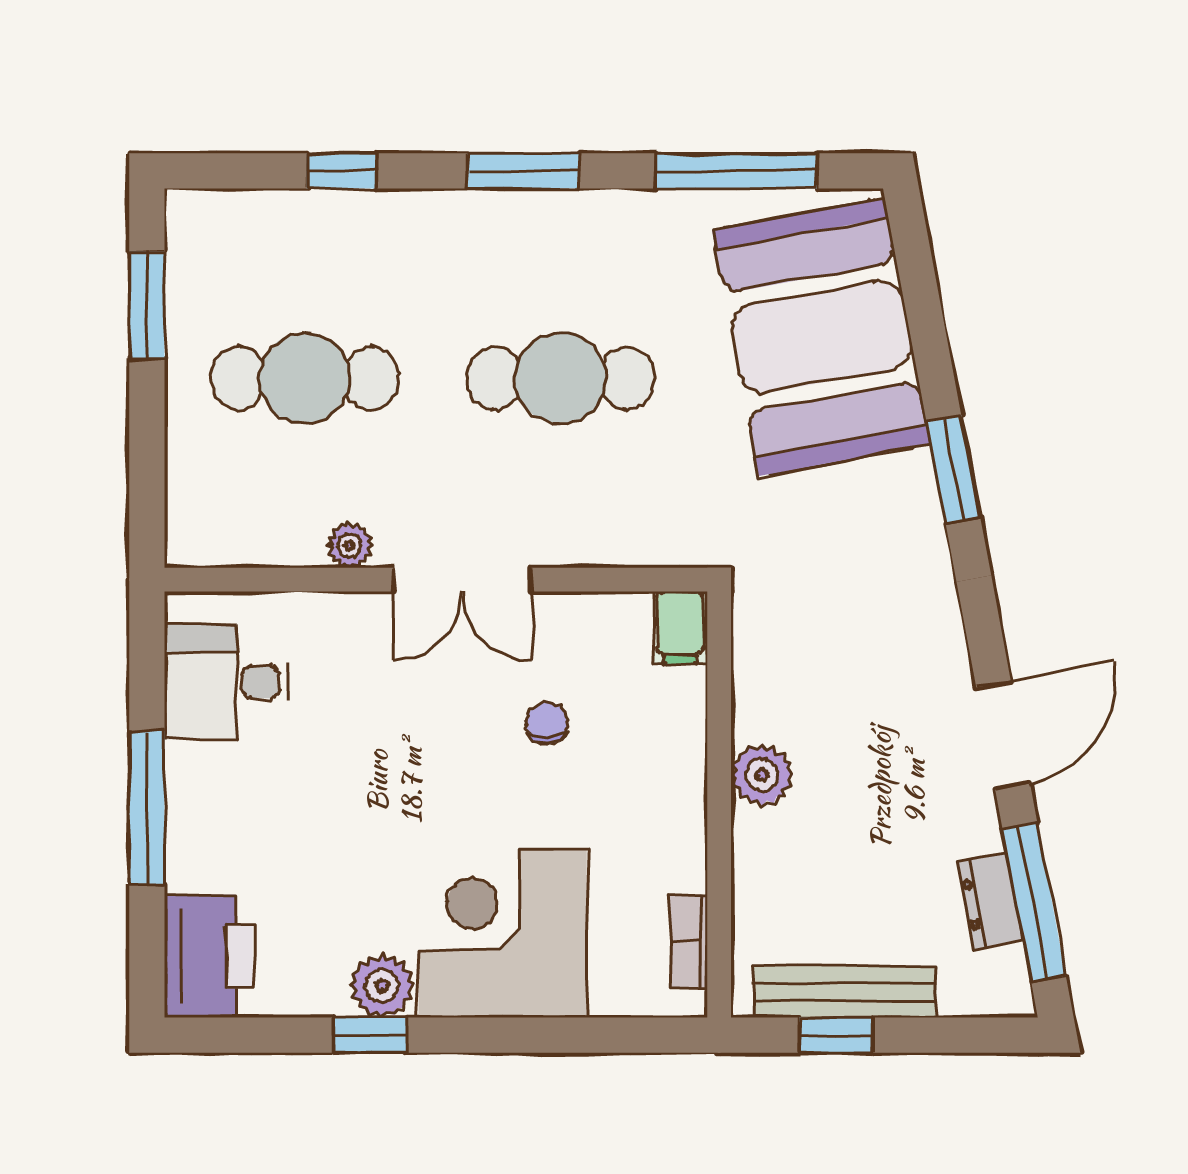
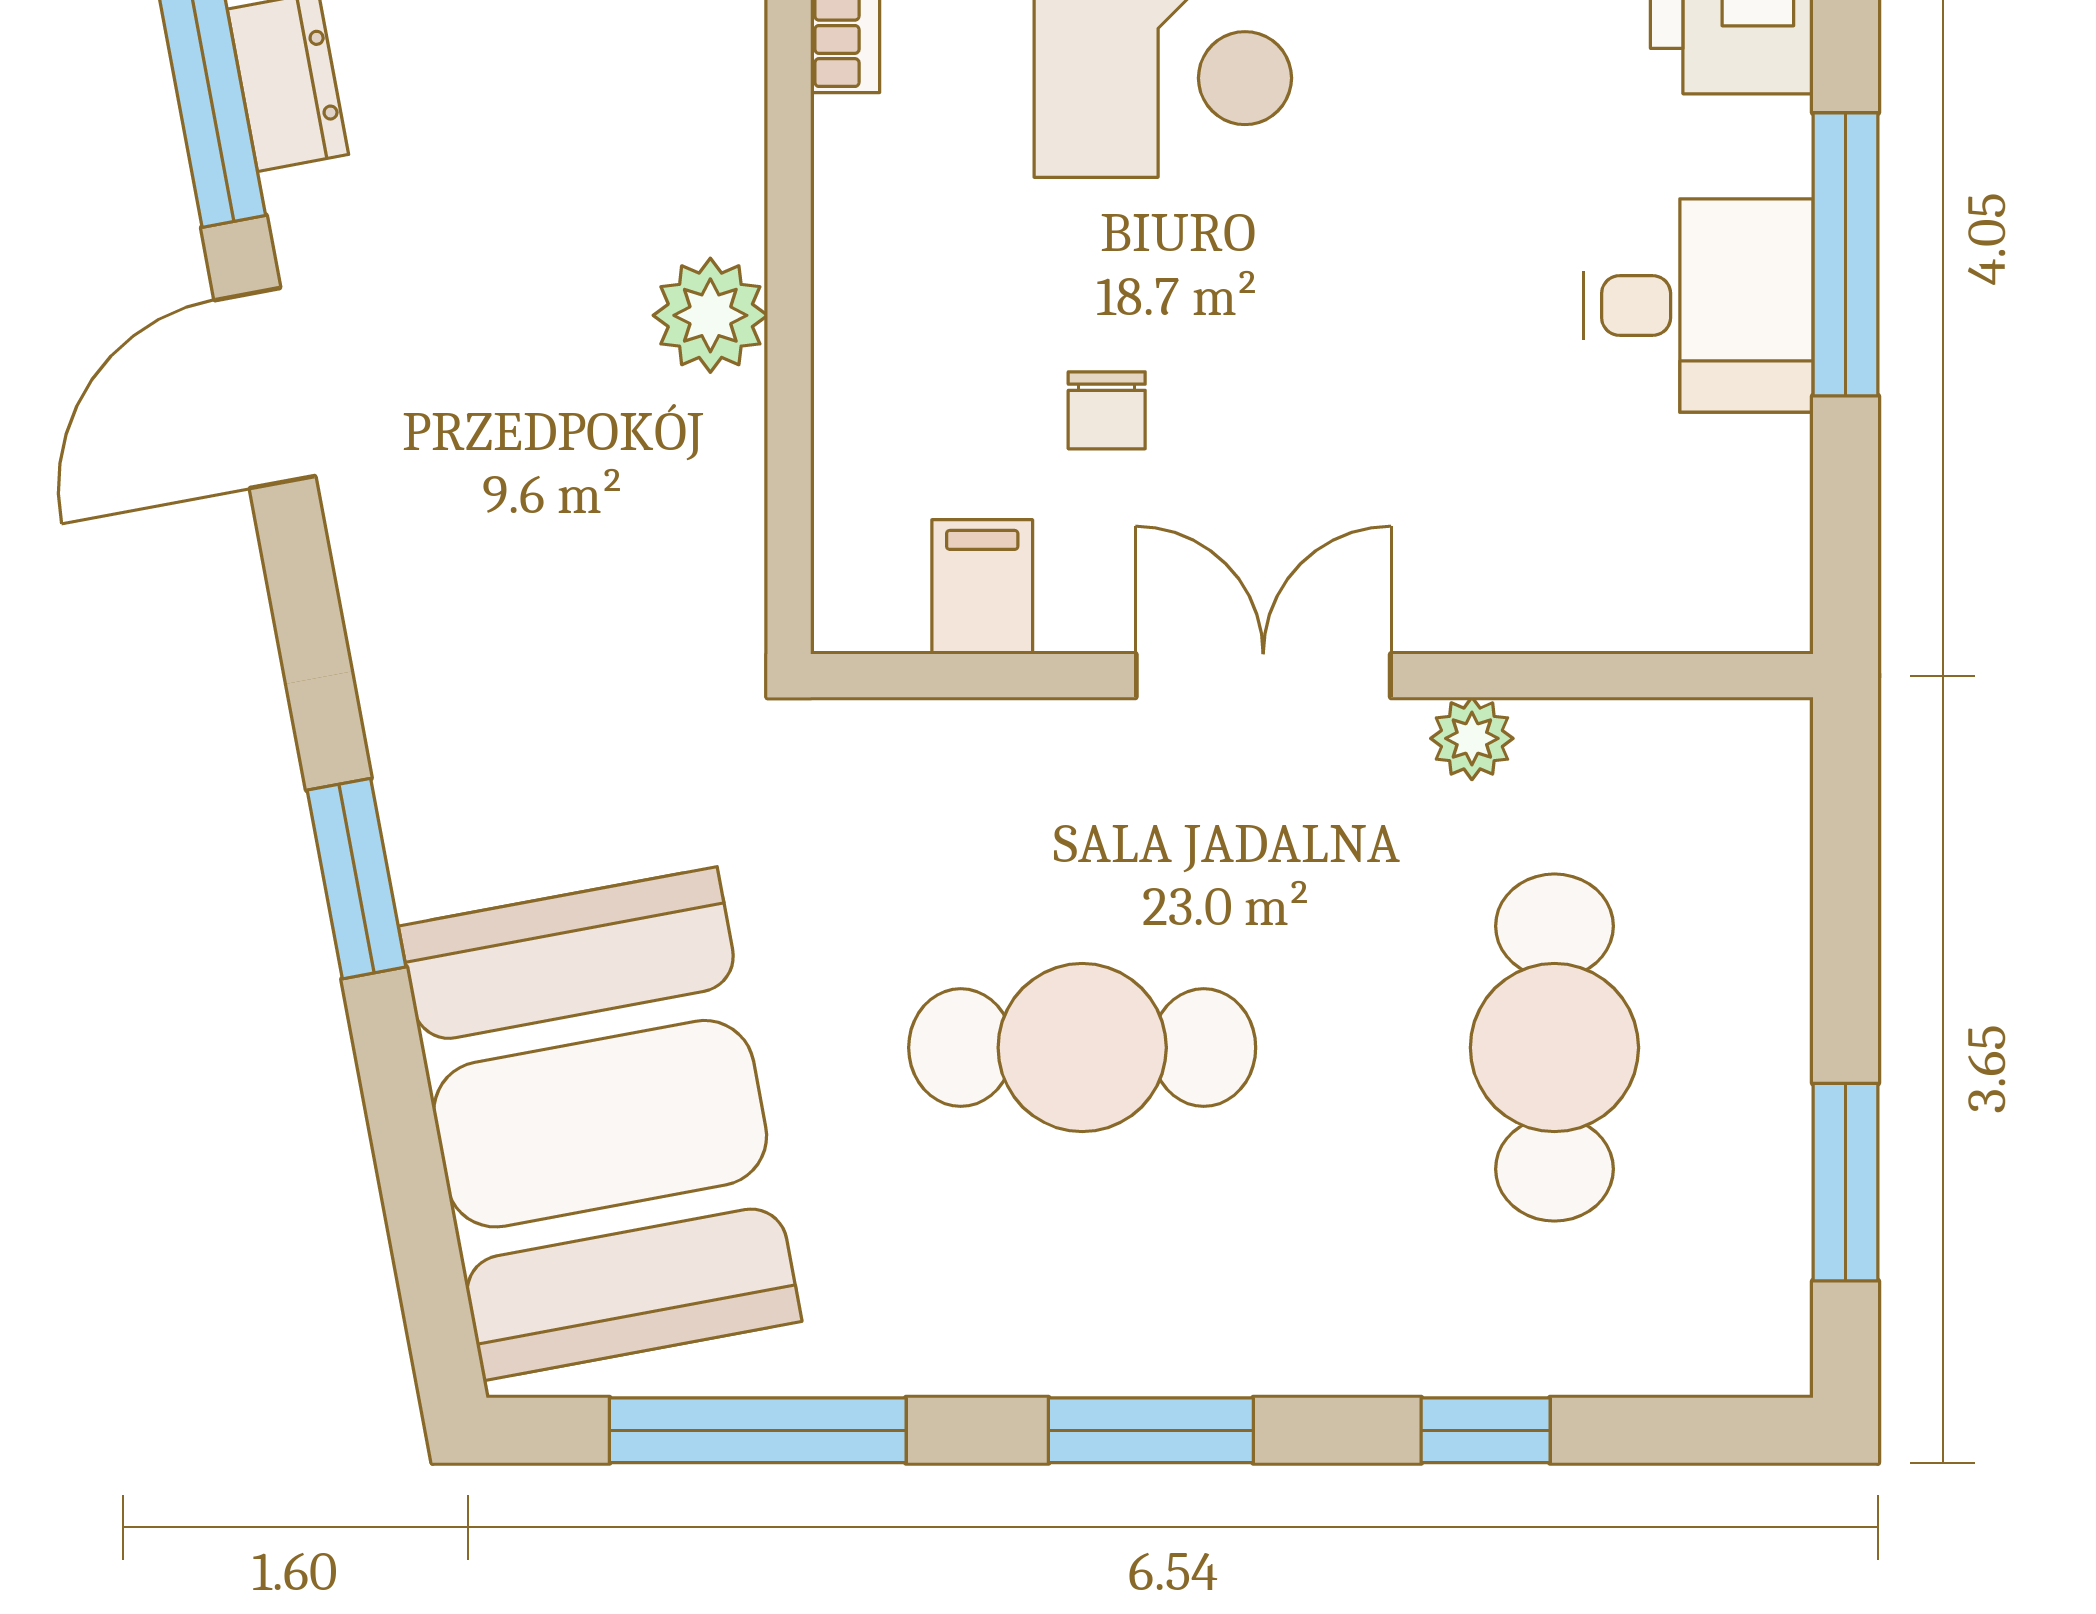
cafe table: (305, 378) -> (1554, 1048), turned 90
filing cabinet: (680, 628) -> (982, 587), moved
desk: (227, 682) -> (1698, 306), moved

